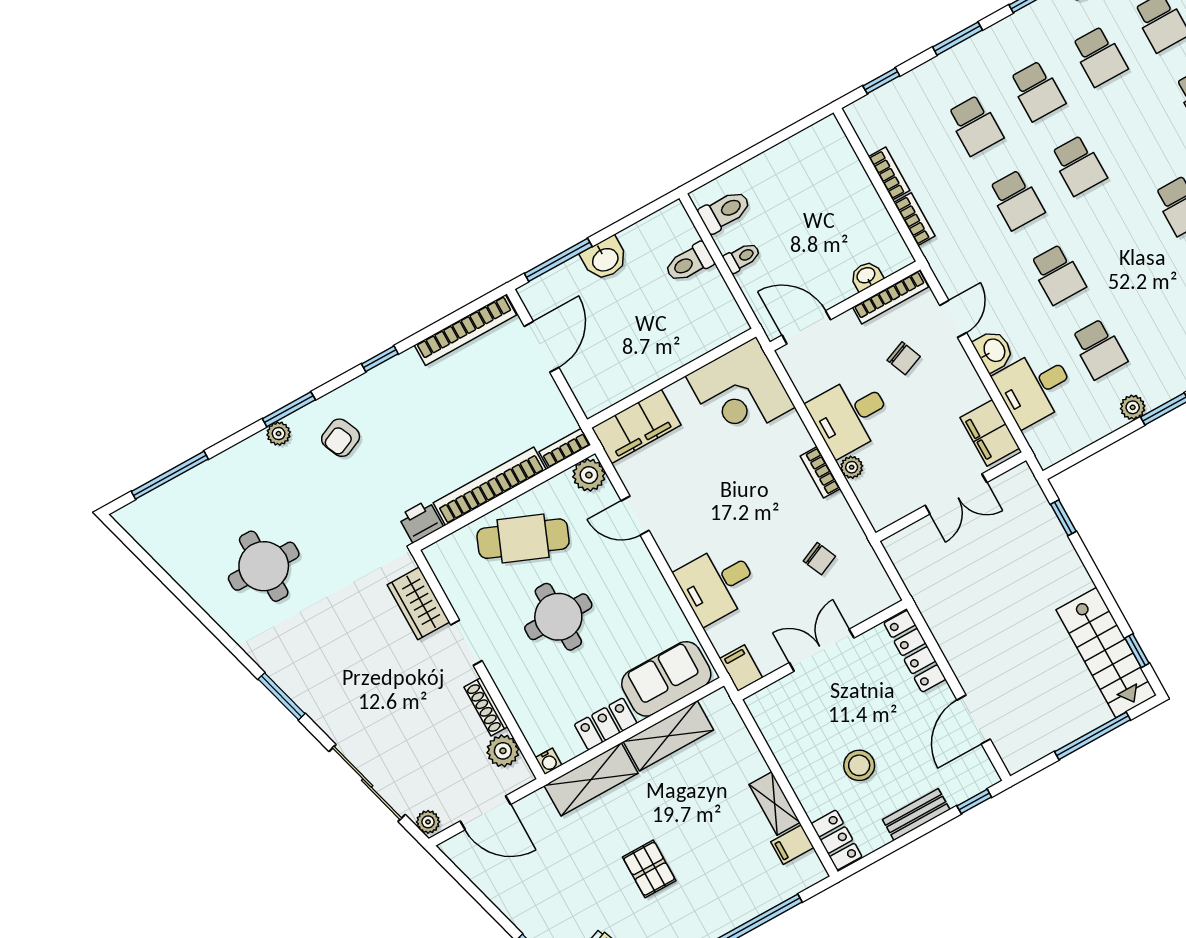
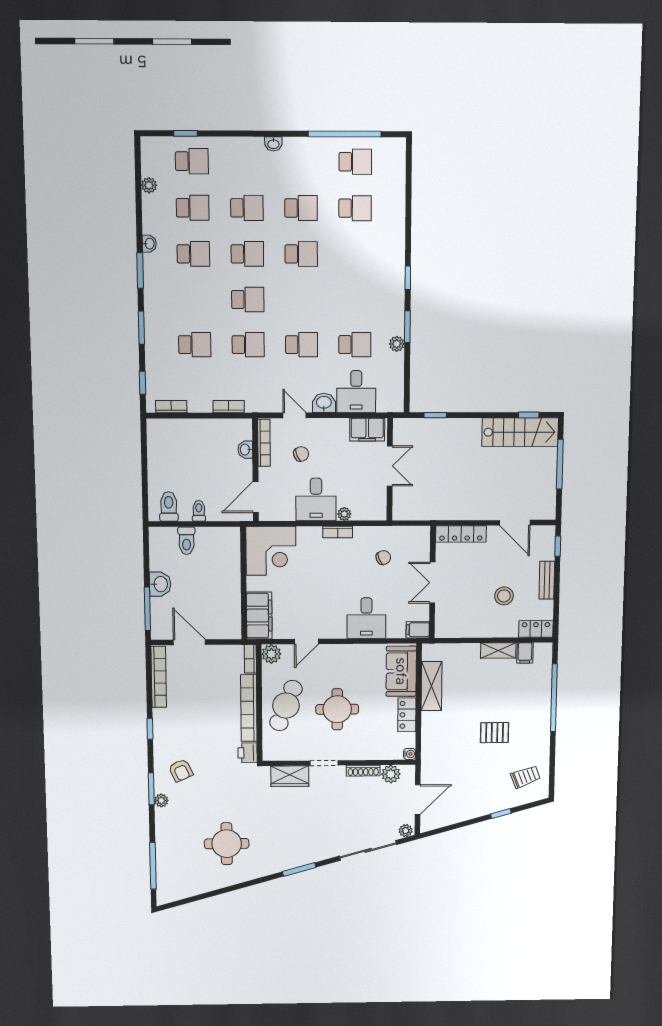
school desk: (1037, 91) -> (247, 254), moved
bookcase: (889, 174) -> (171, 407), moved
shelving: (591, 779) -> (431, 737), removed

